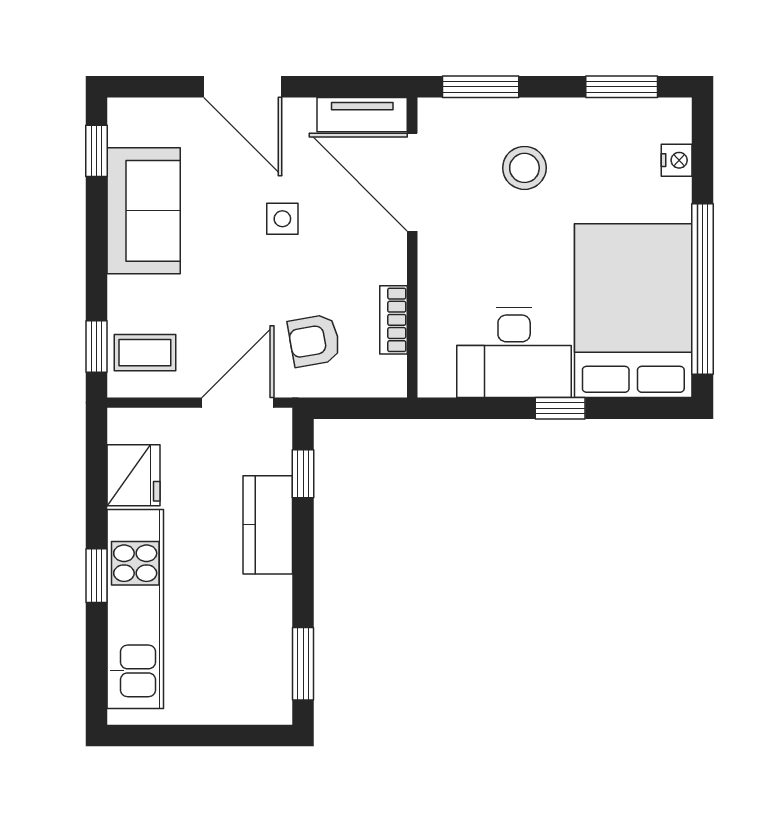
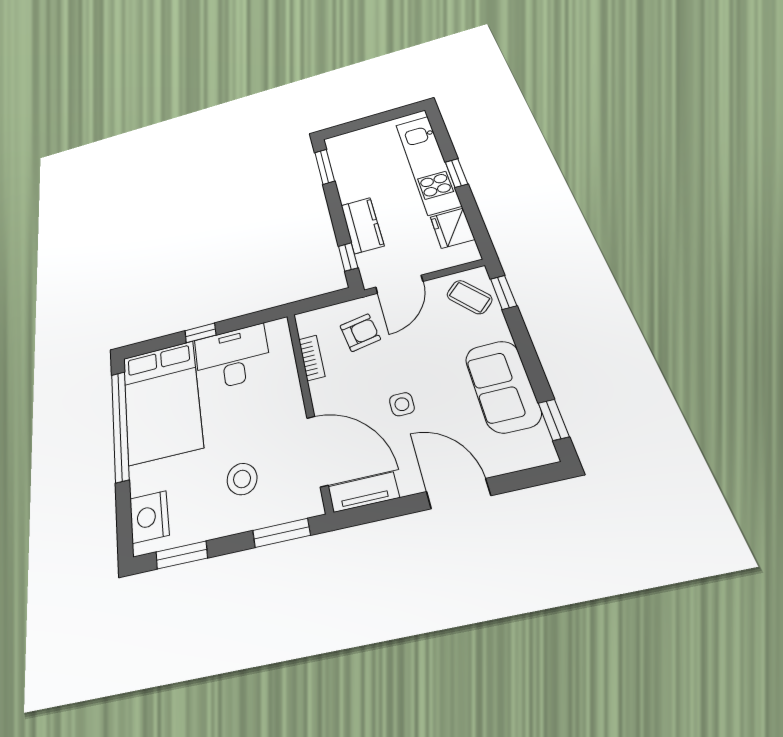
nightstand: (677, 160) -> (149, 517), width x1.89, depth x1.79
coffee table: (145, 353) -> (469, 297), turned 48

